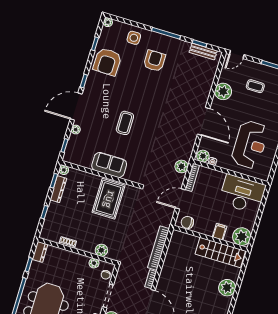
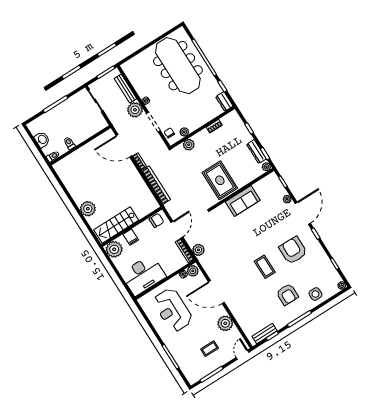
armchair: (107, 62) -> (293, 250), moved
coffee table: (125, 123) -> (265, 267), moved

